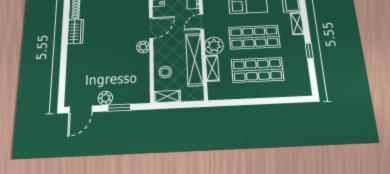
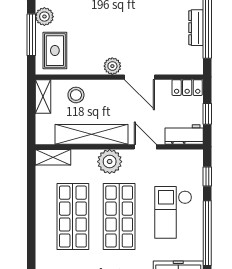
shelving: (212, 68) -> (53, 157), moved
rug: (132, 89) -> (55, 51), added
window: (119, 108) -> (31, 35), width x1.44

